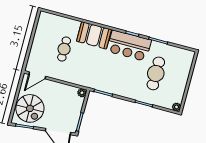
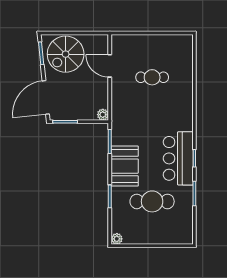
booth: (94, 35) -> (125, 166), moved
door: (37, 75) -> (110, 66), moved

